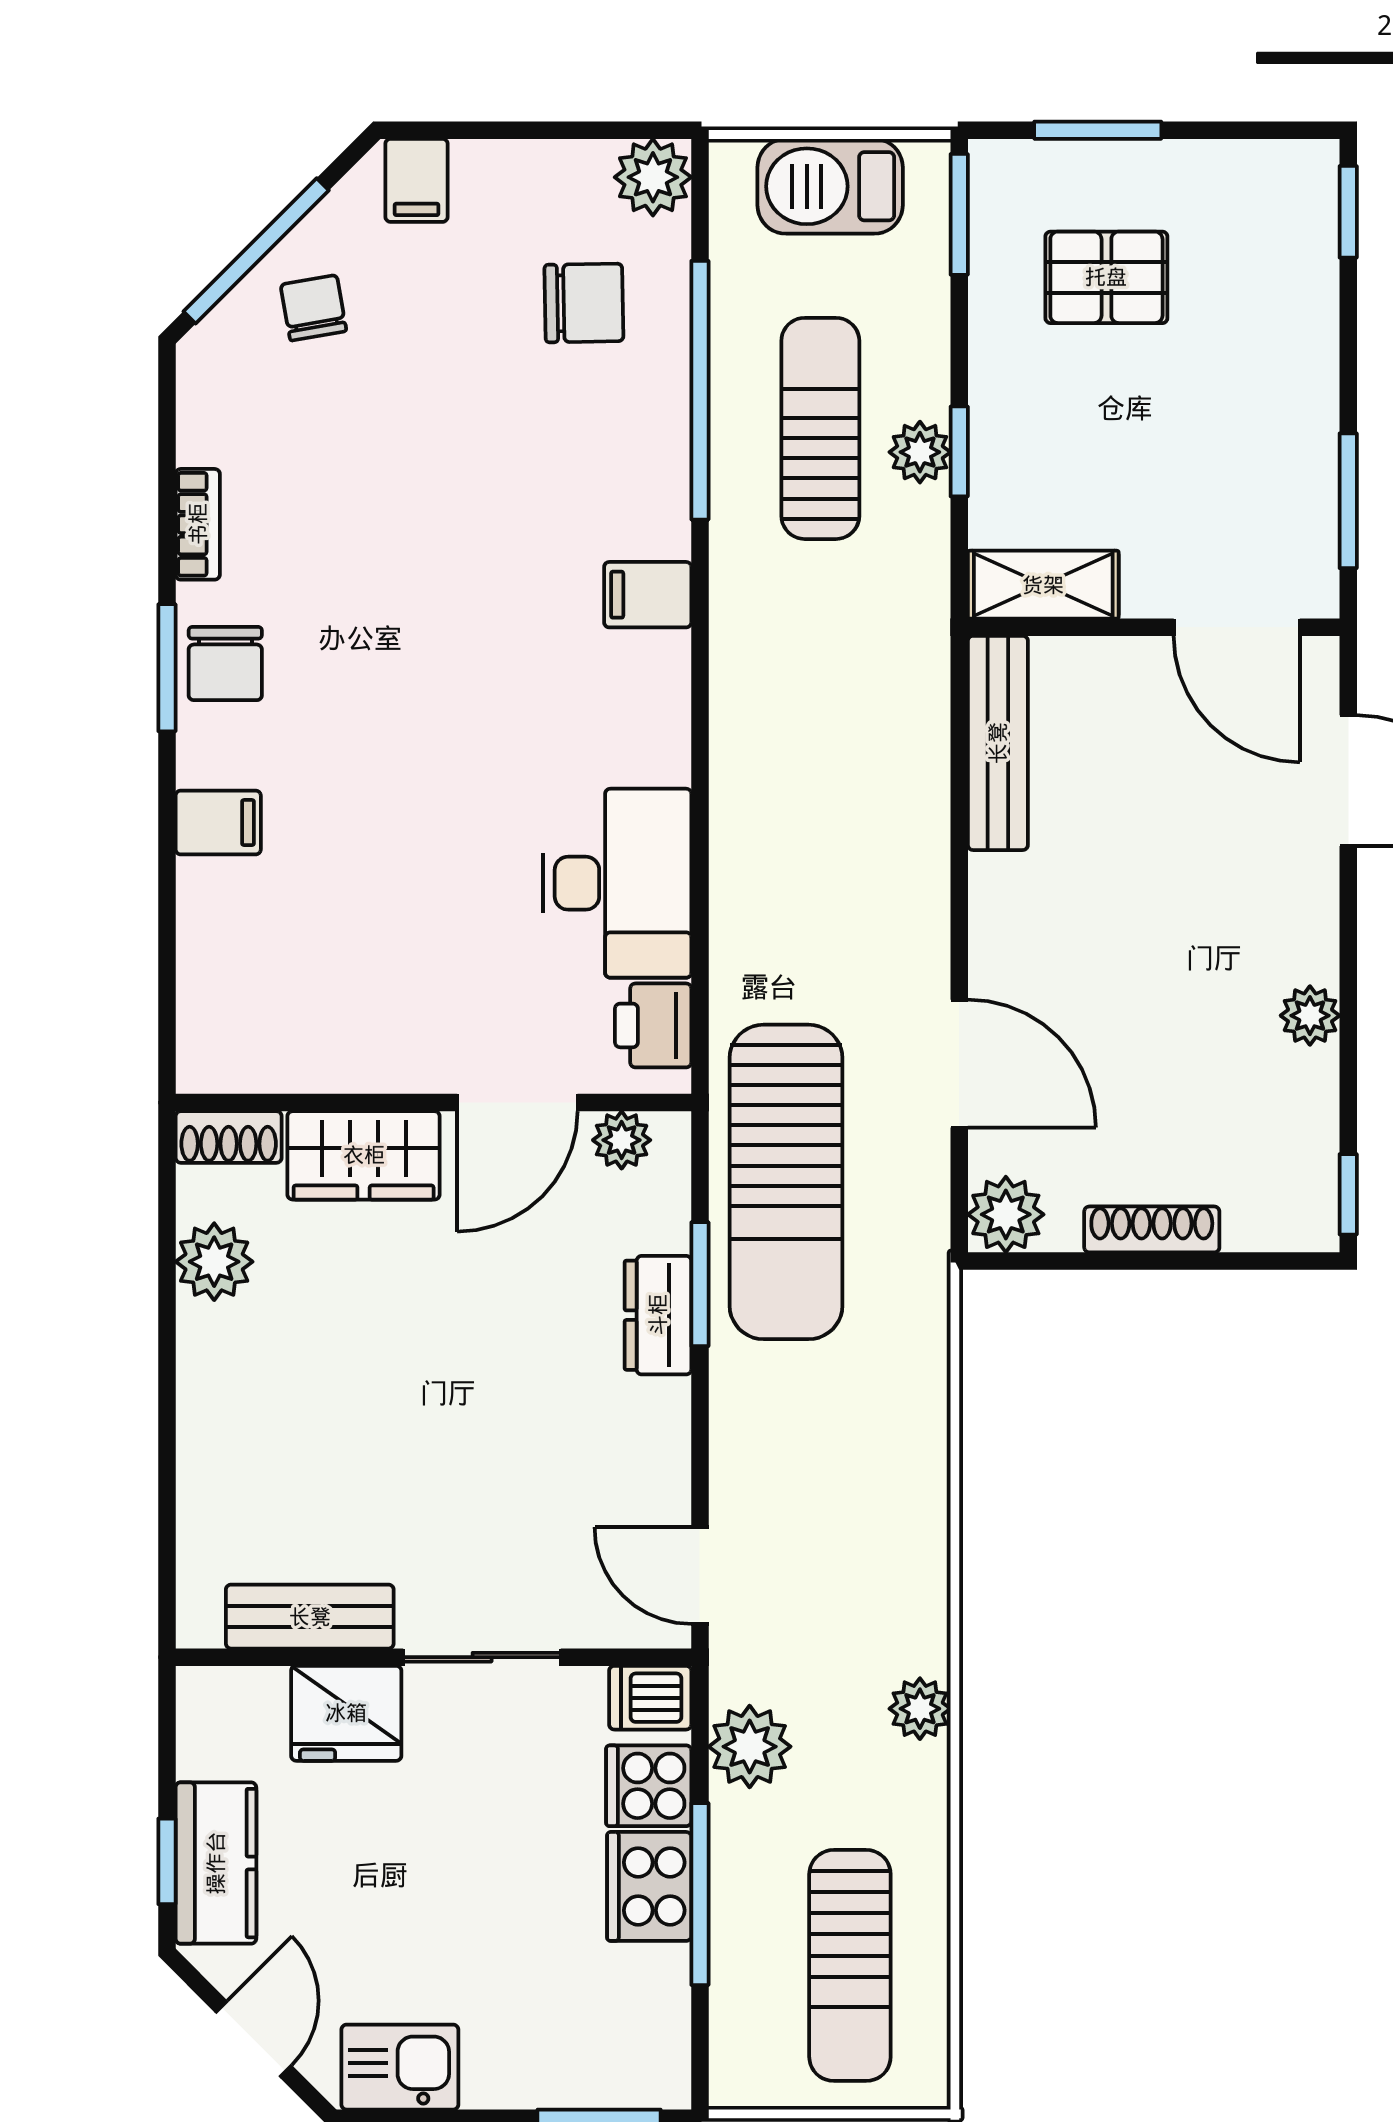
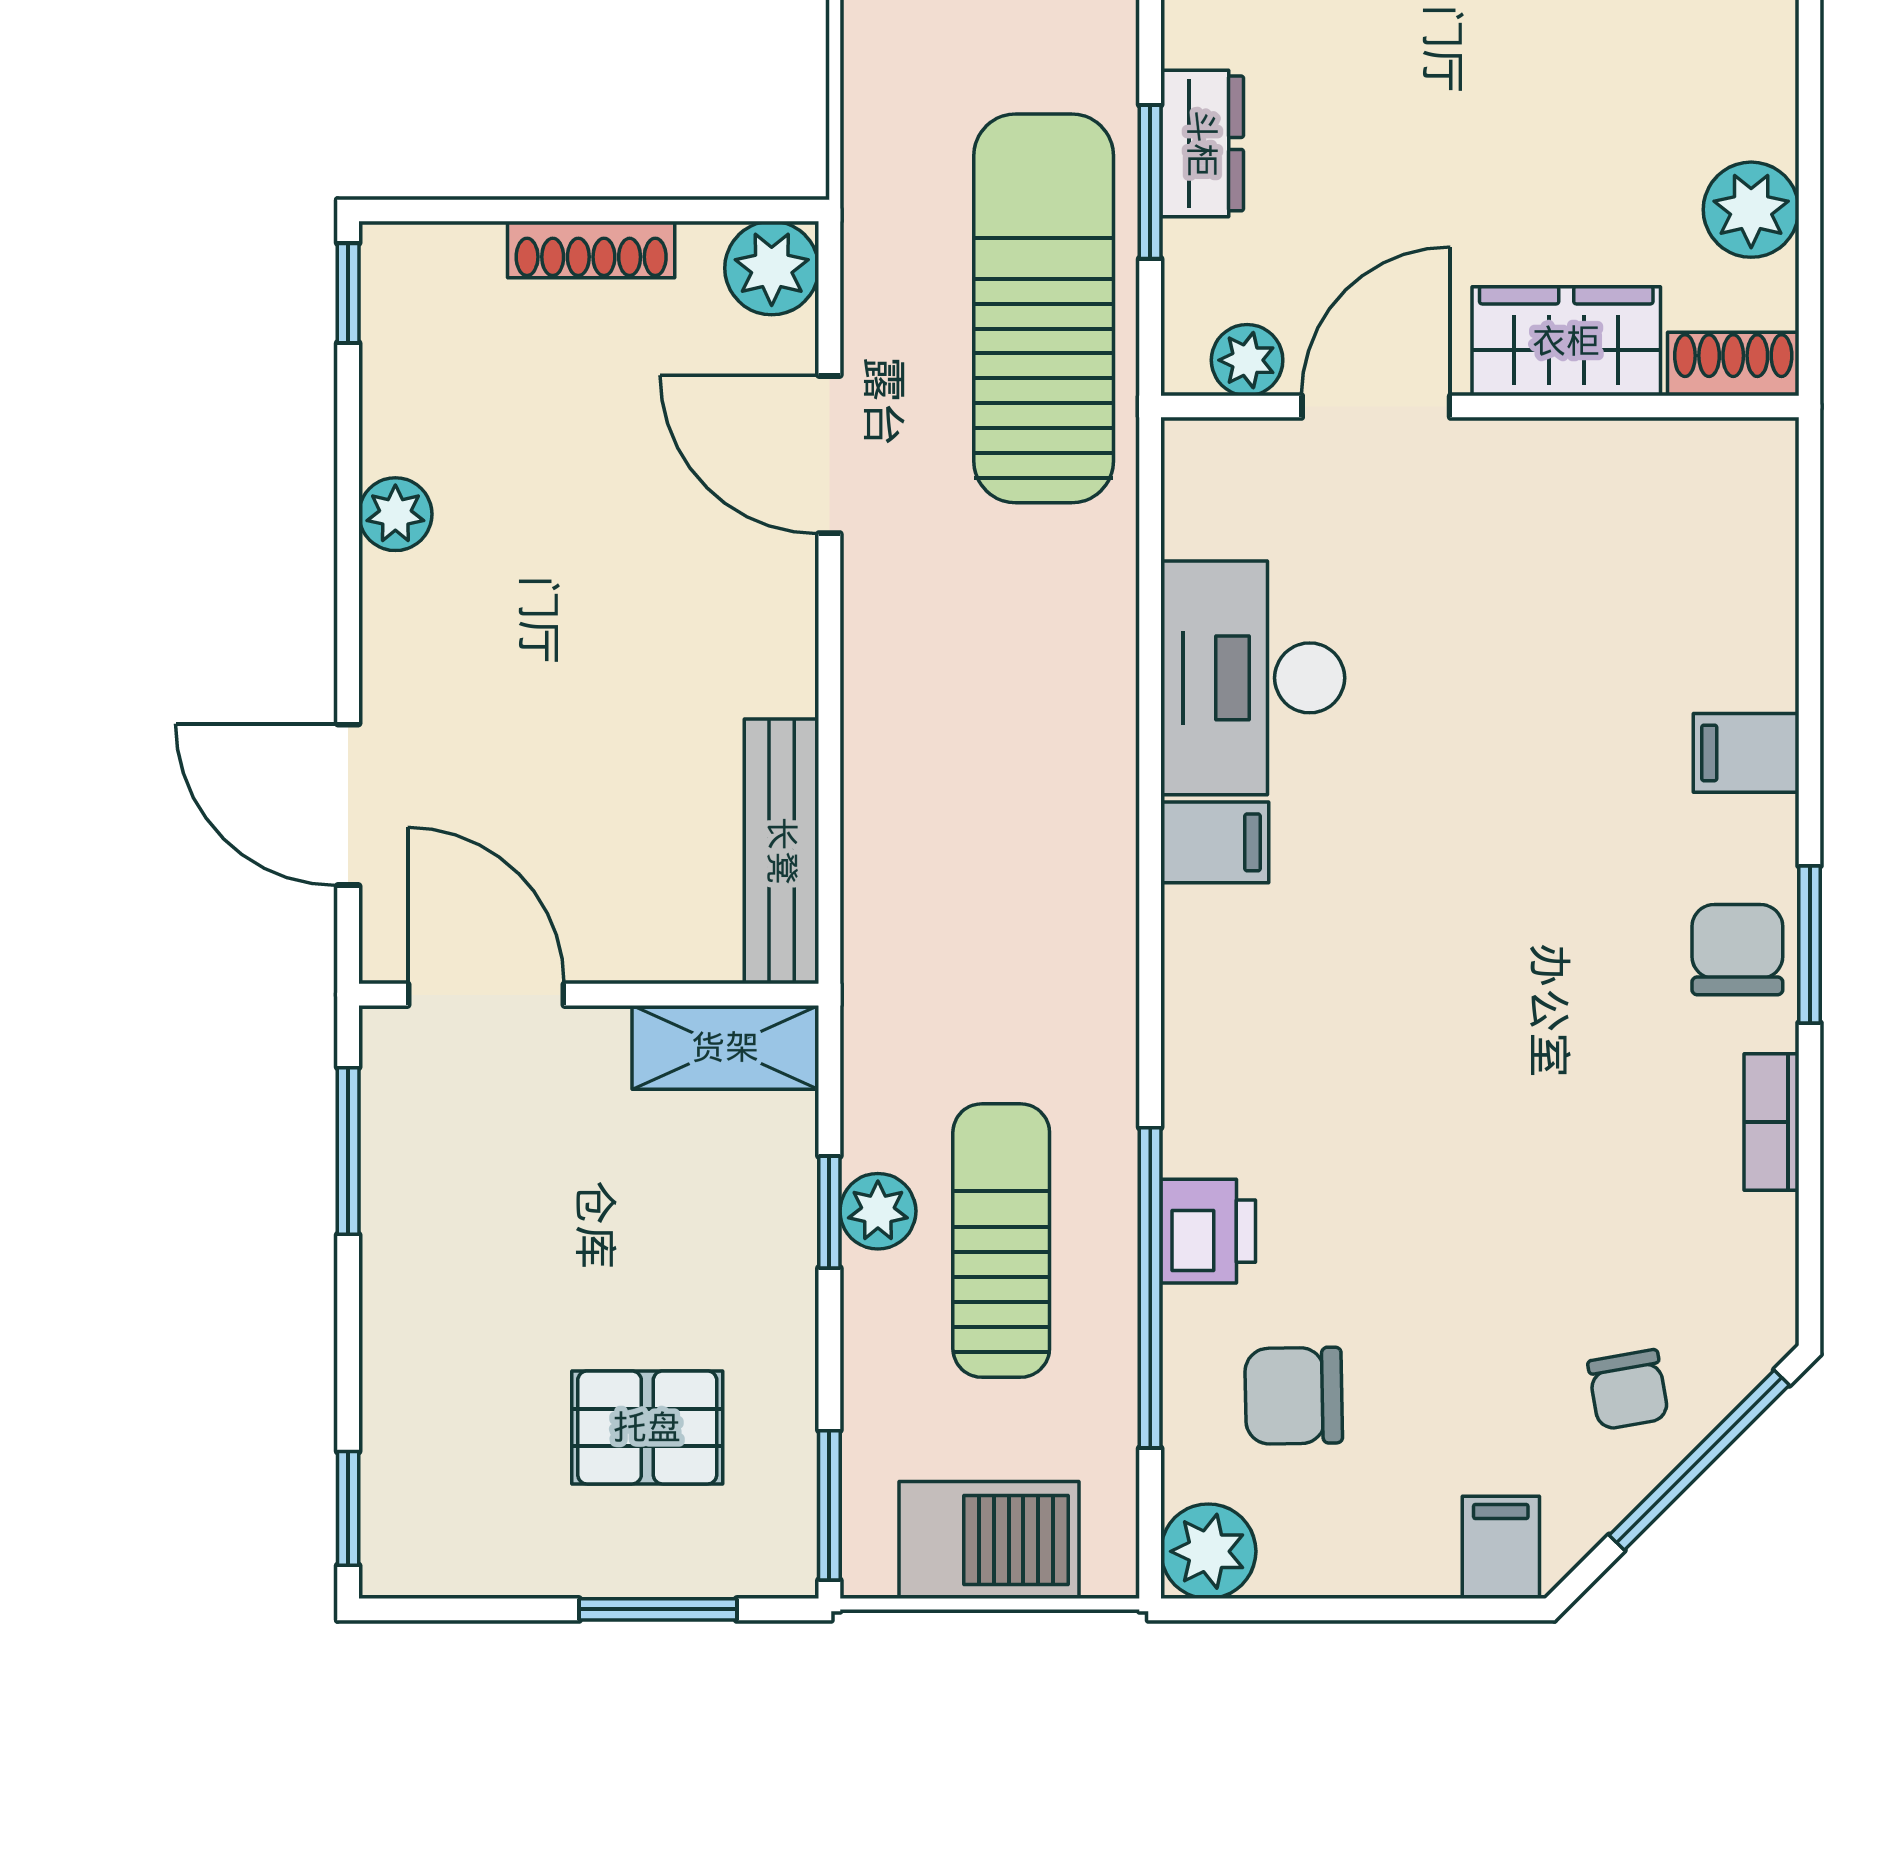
sun lounger: (820, 428) -> (1001, 1241), turned 180
filing cabinet: (648, 595) -> (1215, 842), moved
printer: (653, 1025) -> (1208, 1231), moved

